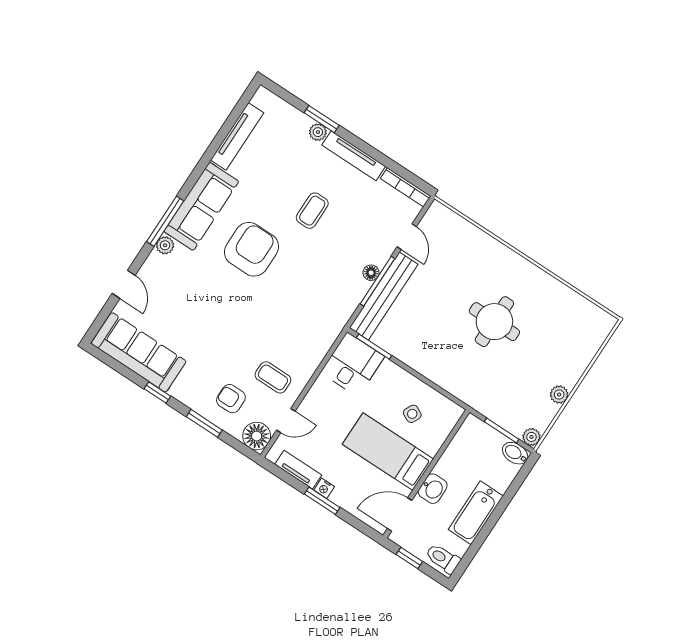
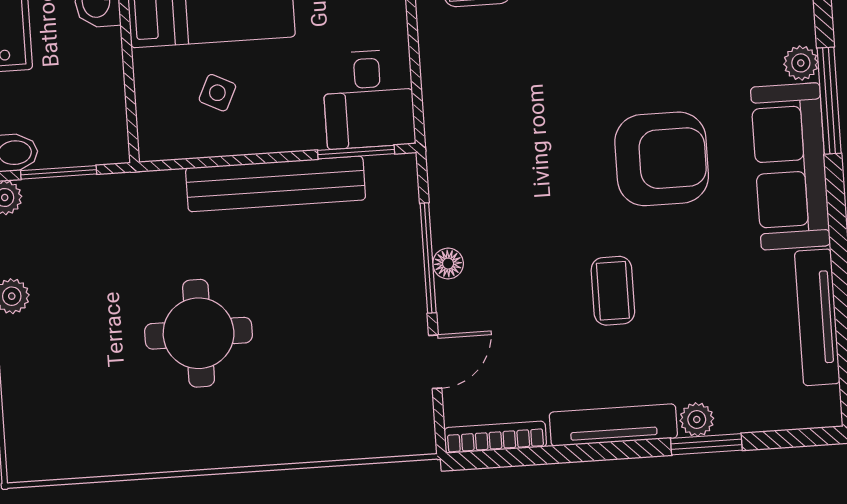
door: (407, 237) -> (435, 362), swing flipped
armchair: (252, 249) -> (662, 159), turned -90
bench: (384, 296) -> (276, 184), moved, turned 90

